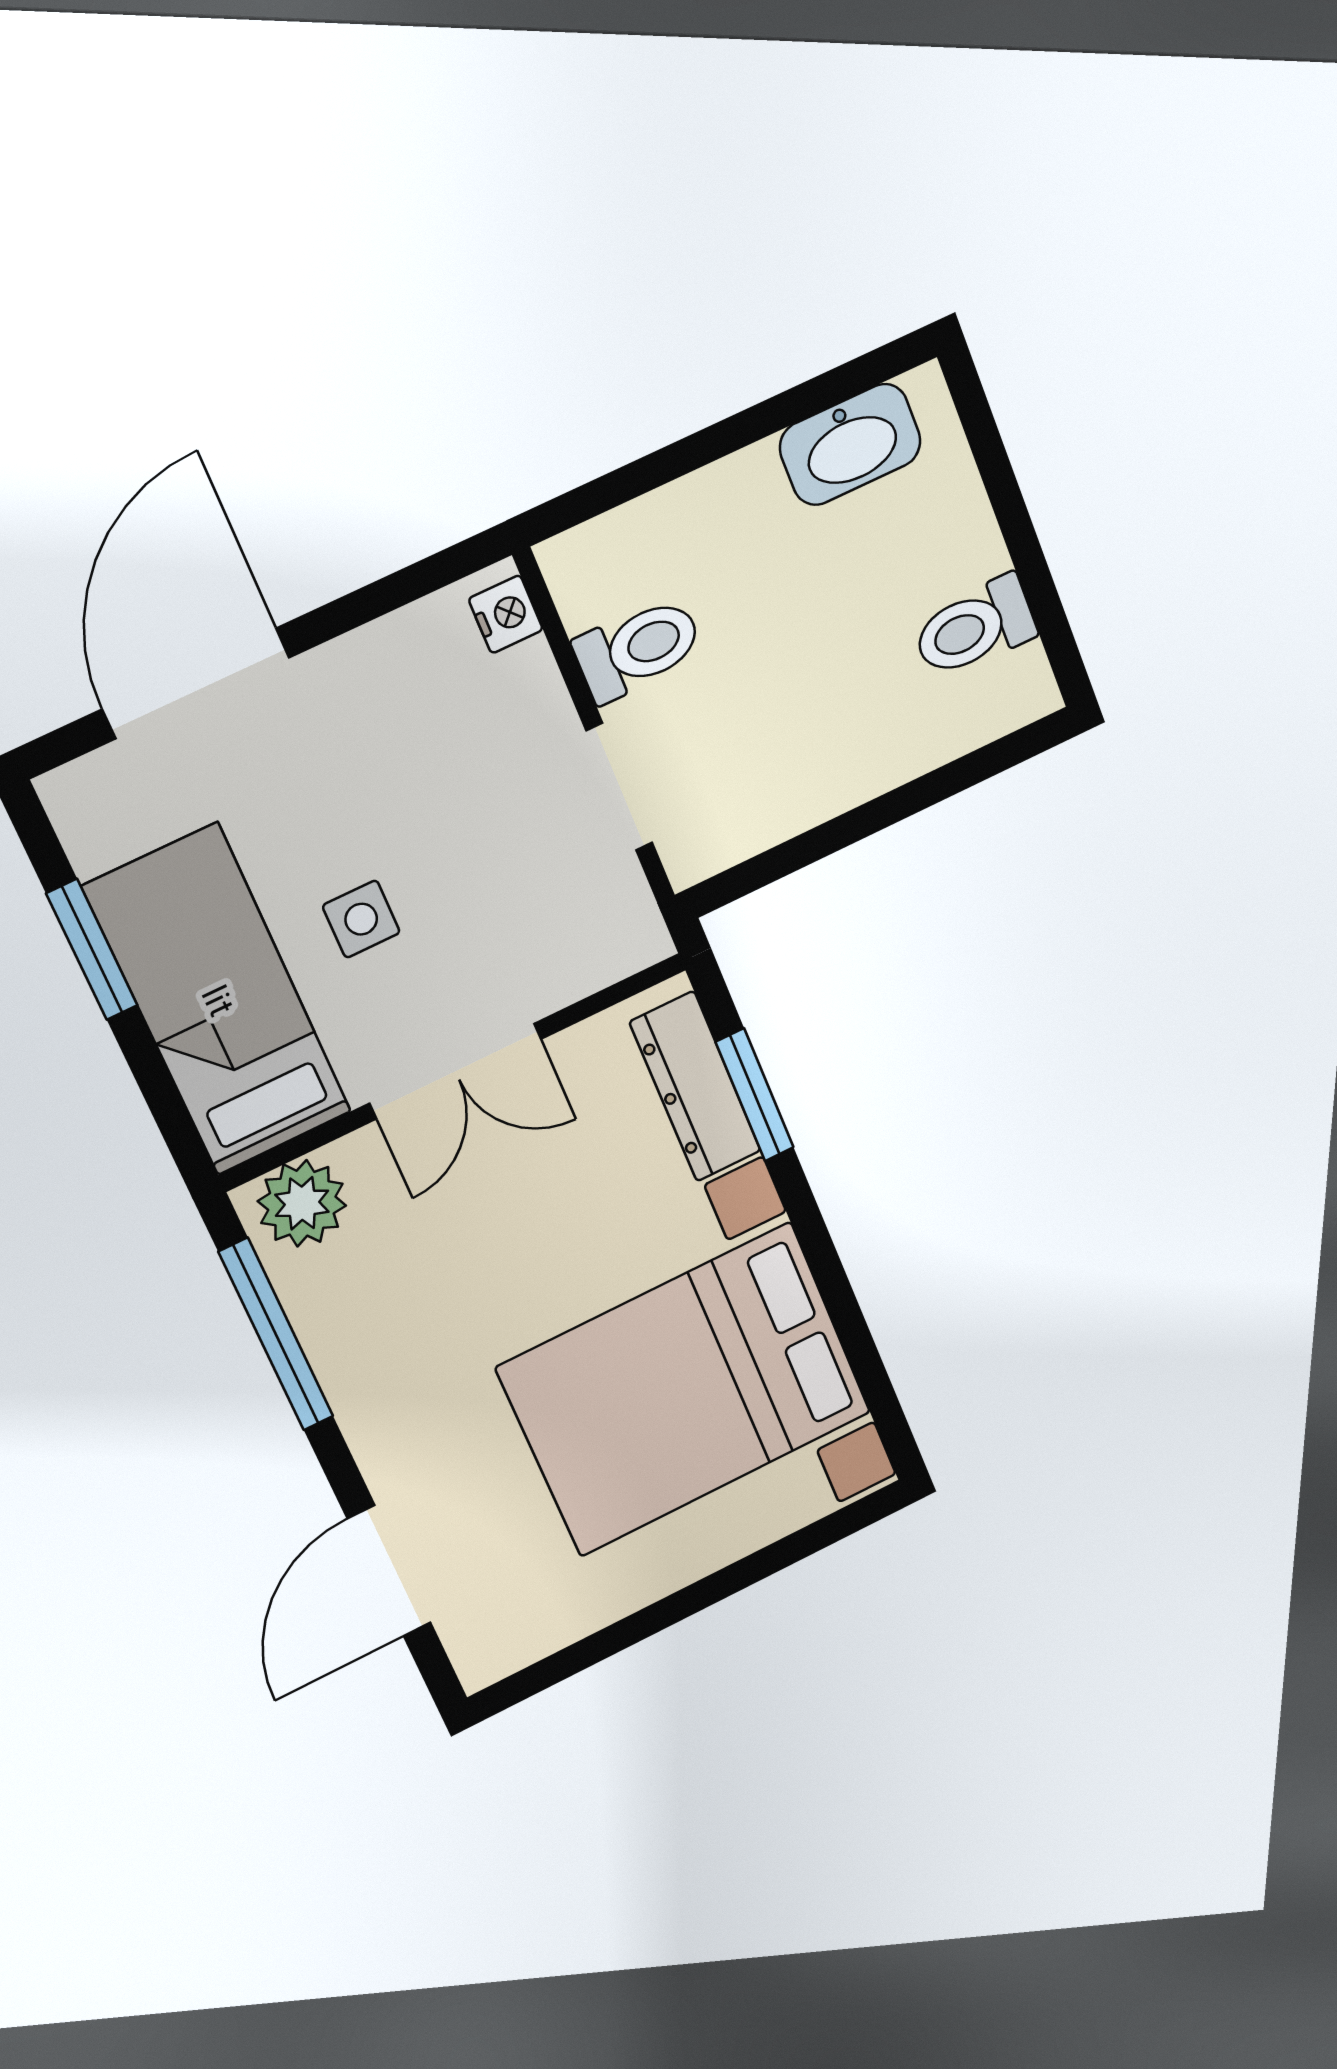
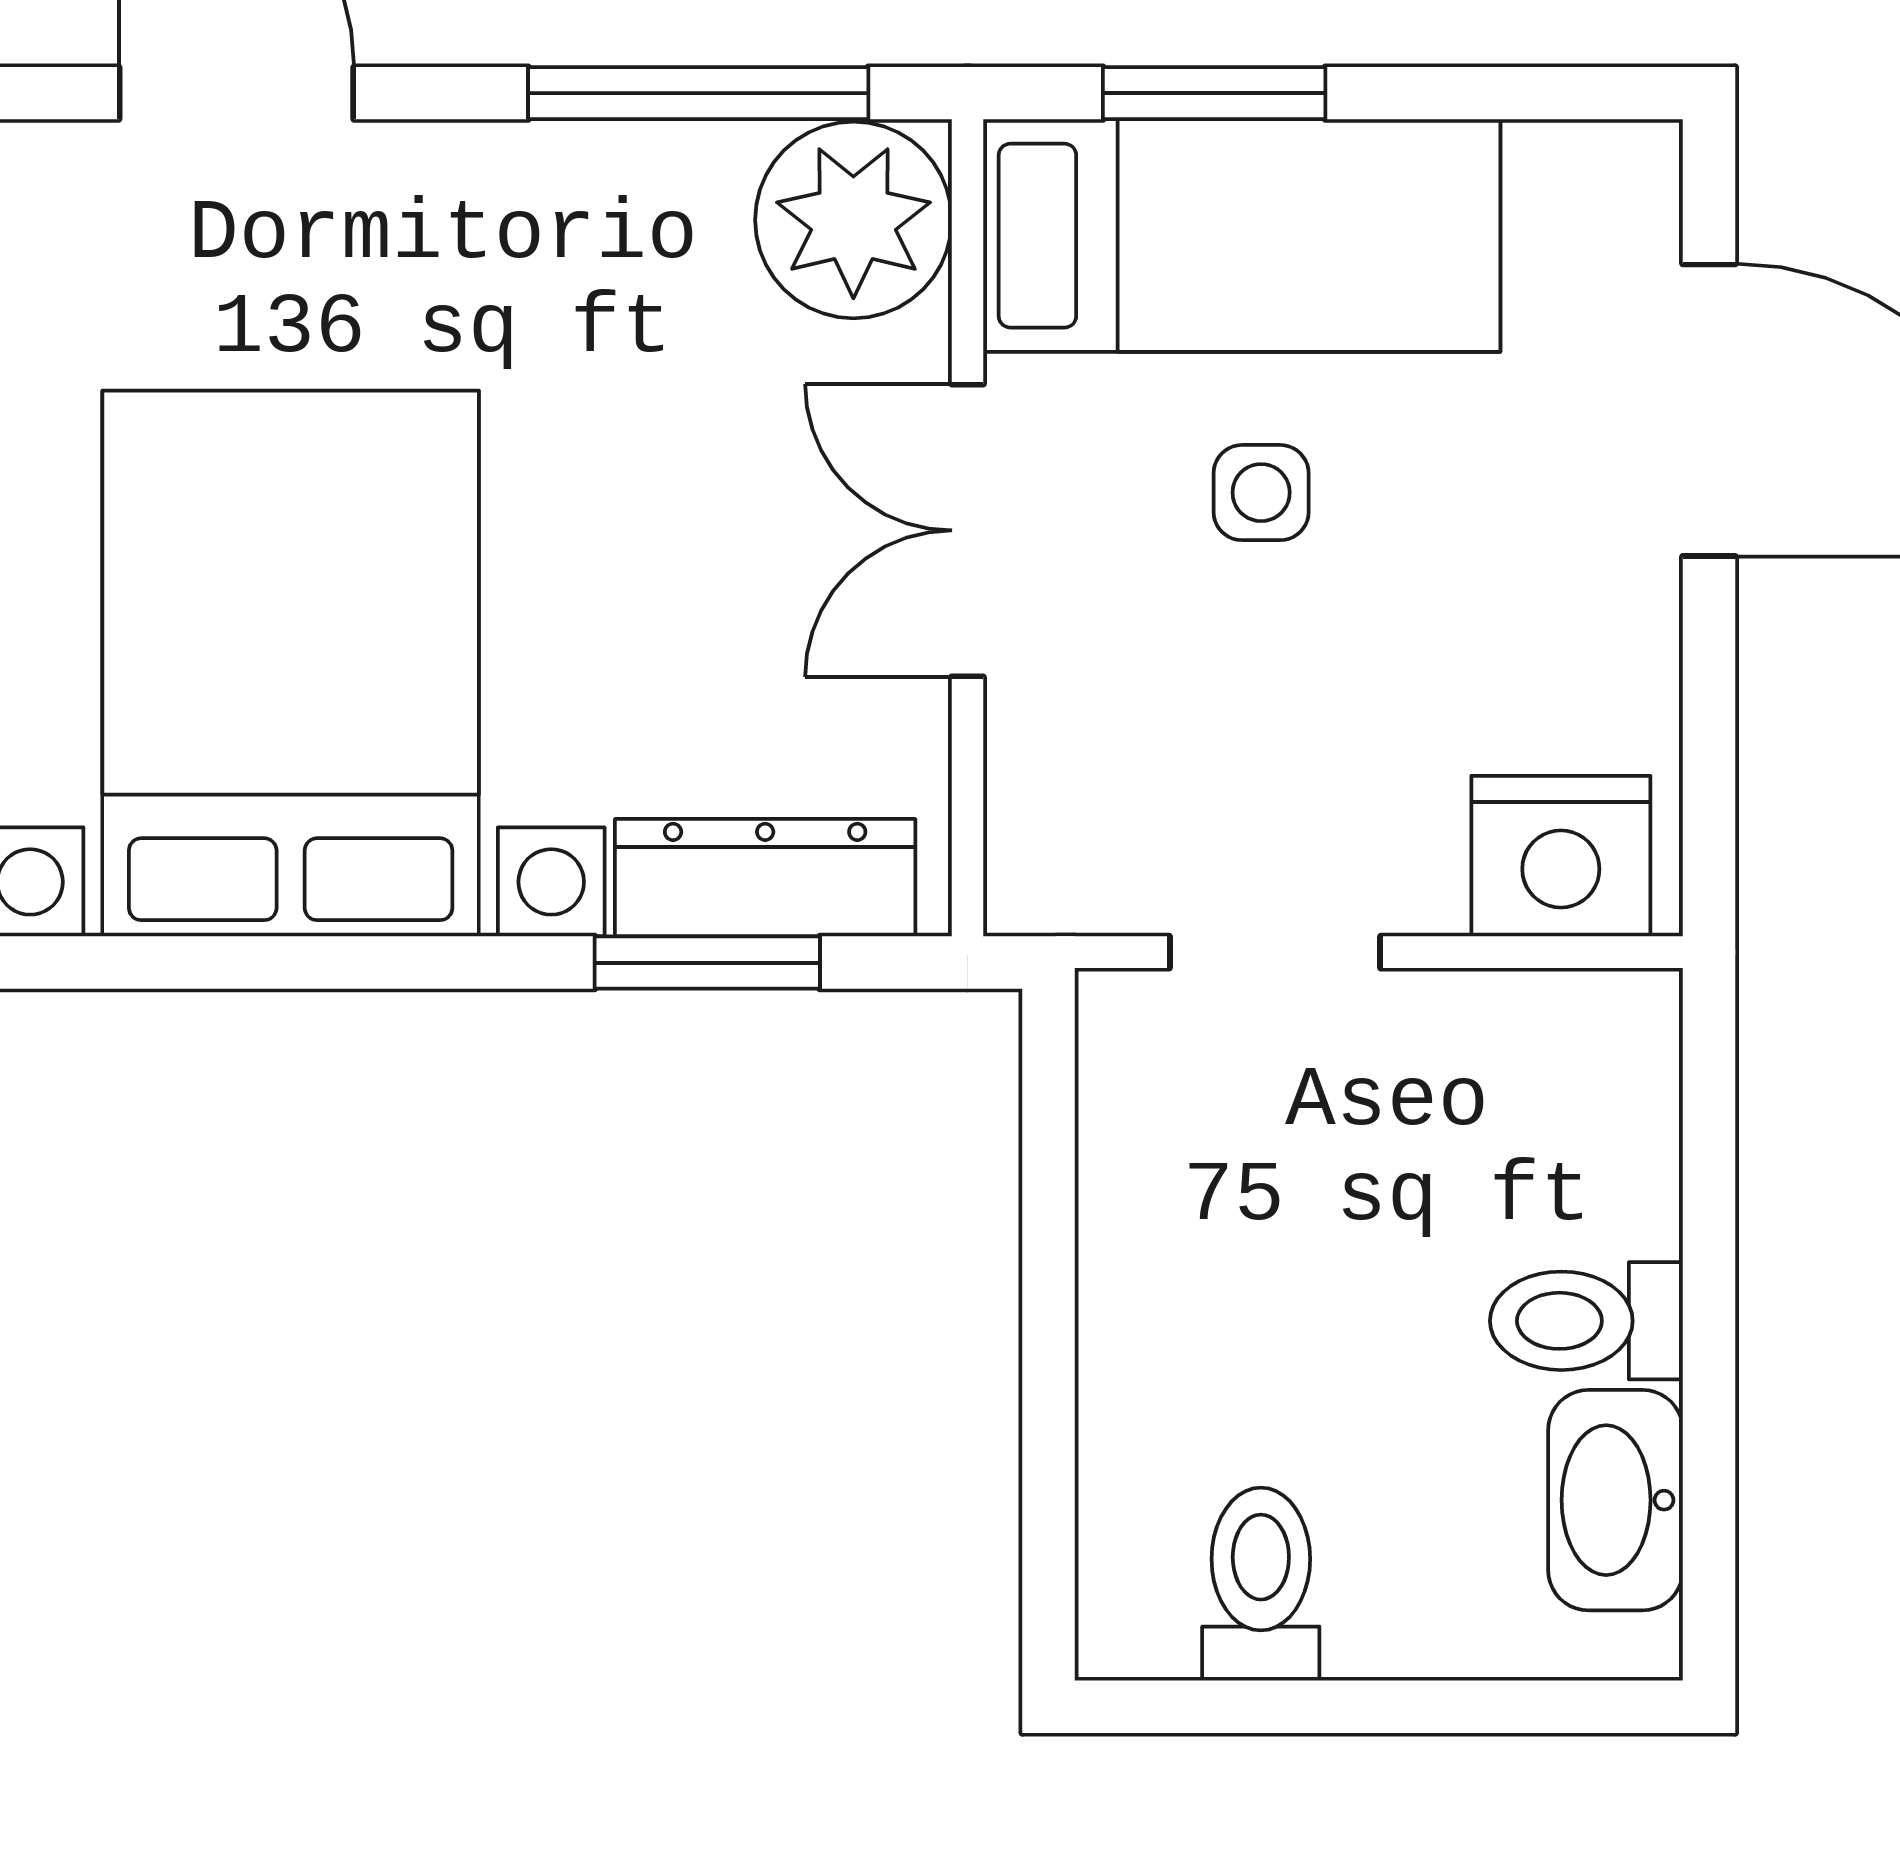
nightstand: (506, 614) -> (1561, 856), width x1.89, depth x1.79
toilet: (638, 649) -> (1586, 1321), moved, turned 90
window: (92, 950) -> (1214, 93), moved
plant: (302, 1203) -> (853, 220), width x1.36, depth x1.36

